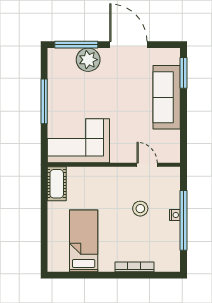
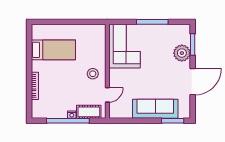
window: (76, 45) -> (193, 45), width x0.69
cot: (57, 184) -> (89, 112), moved
stool: (140, 209) -> (93, 74), moved

